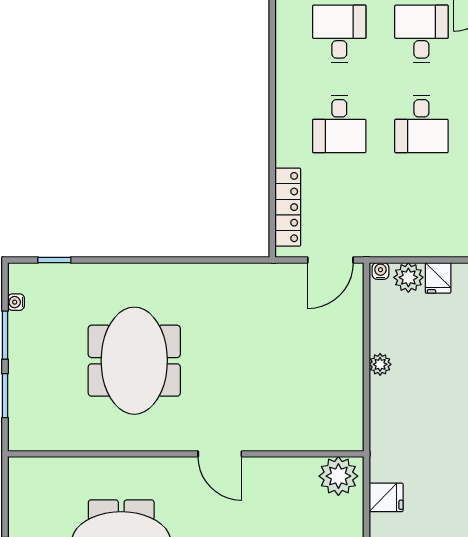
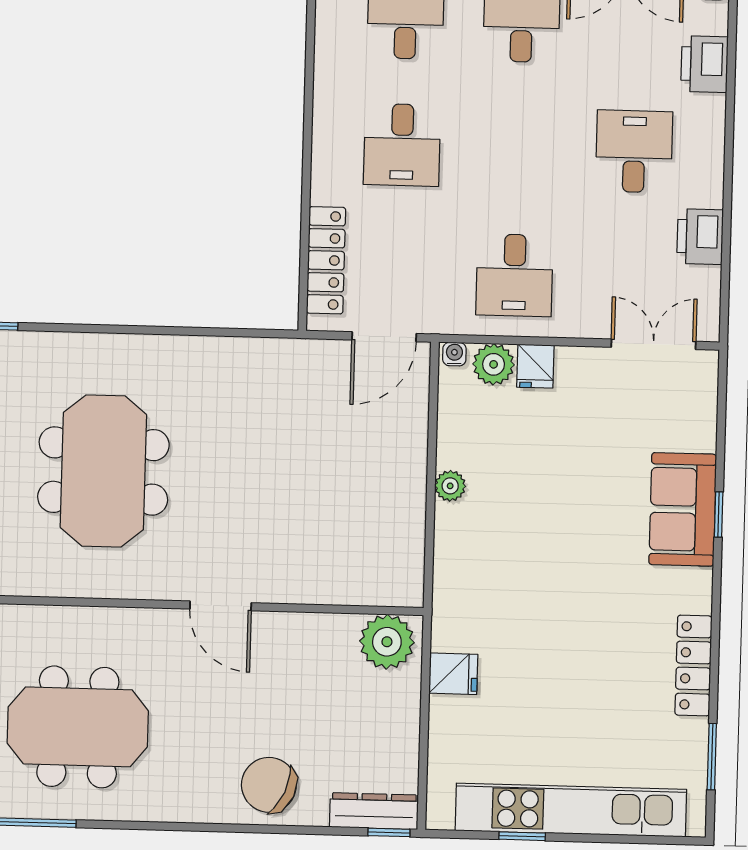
desk: (421, 124) -> (514, 275), moved

